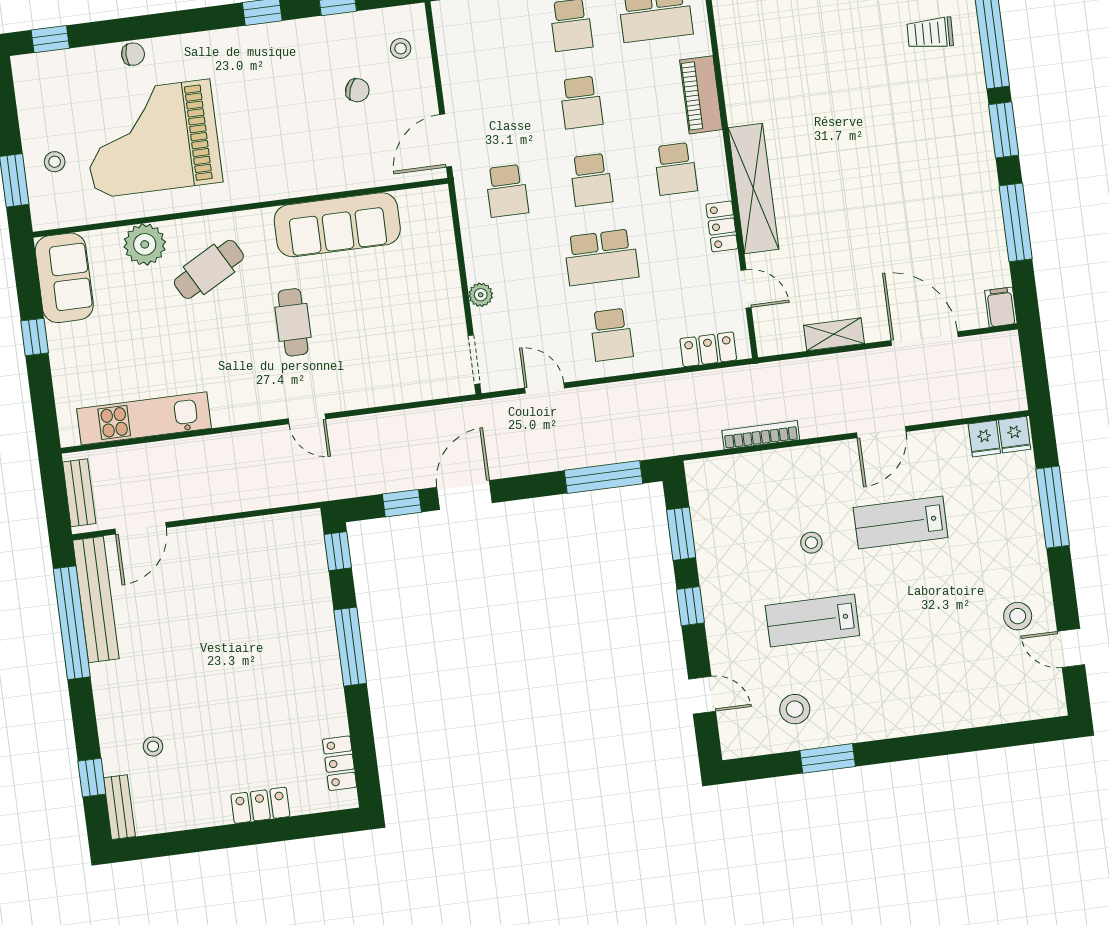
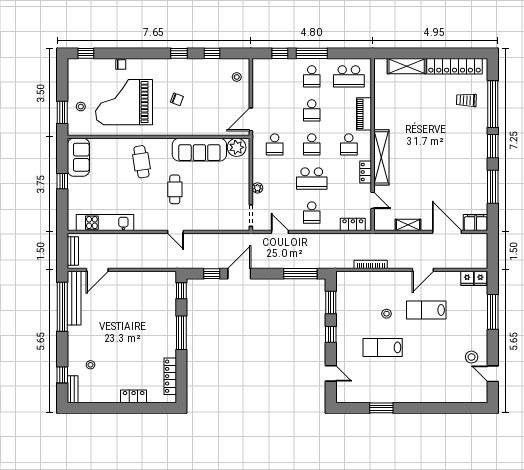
chair: (357, 90) -> (177, 99), moved
plant: (145, 244) -> (237, 147), moved
cafe table: (209, 269) -> (141, 162), turned -70
filing cabinet: (1001, 307) -> (476, 222), width x2.00
stool: (795, 709) -> (370, 385), removed
locker: (340, 763) -> (170, 376), width x1.53

